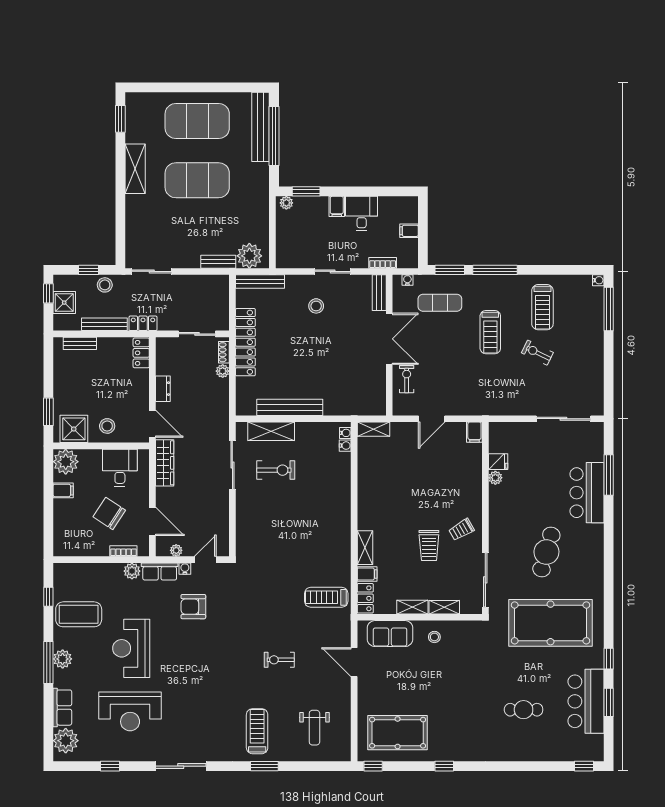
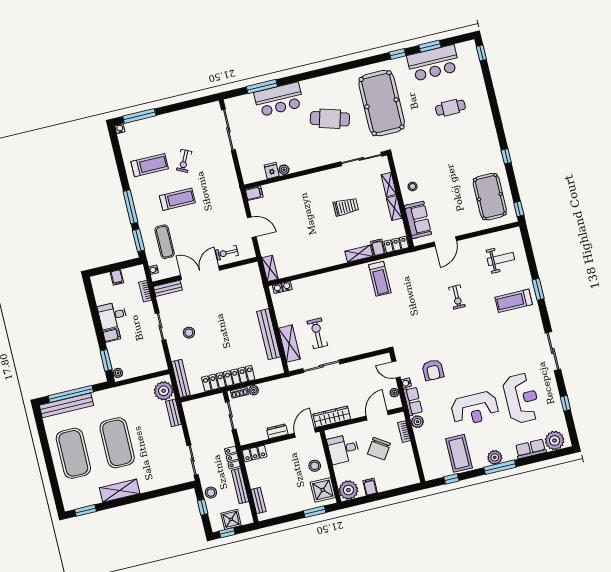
trolley: (461, 530) -> (328, 186), removed
treadmill: (326, 597) -> (380, 279), moved
cafe table: (524, 710) -> (450, 108), turned 90

